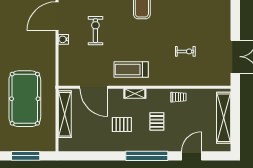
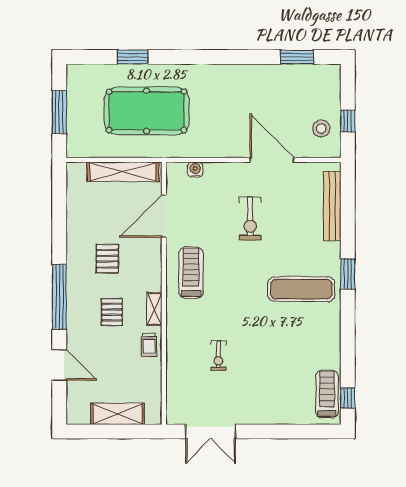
exercise bike: (95, 31) -> (250, 218), turned 90
water cooler: (63, 39) -> (195, 170), moved
shelving: (135, 94) -> (154, 309), moved
shelving: (224, 118) -> (117, 414), width x0.68
pallet: (157, 121) -> (112, 312), turned 90

